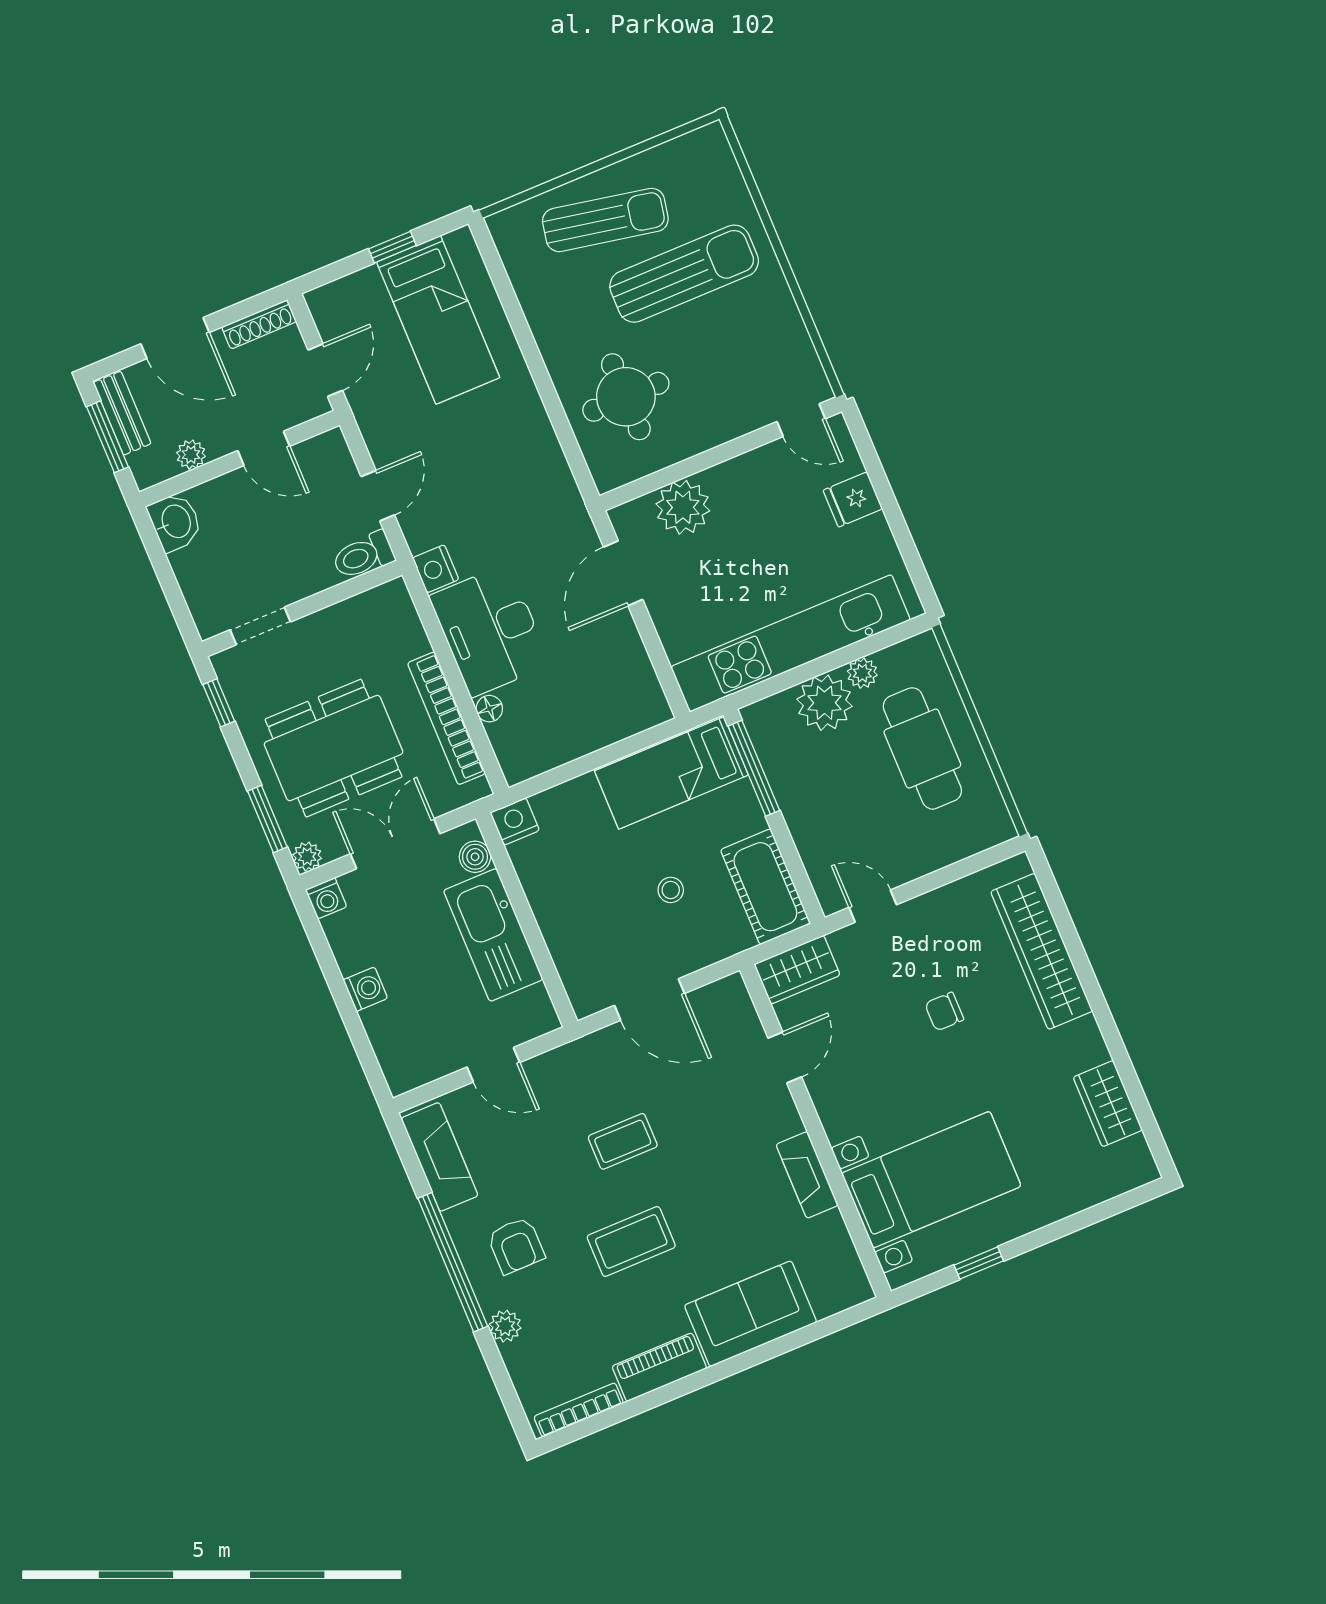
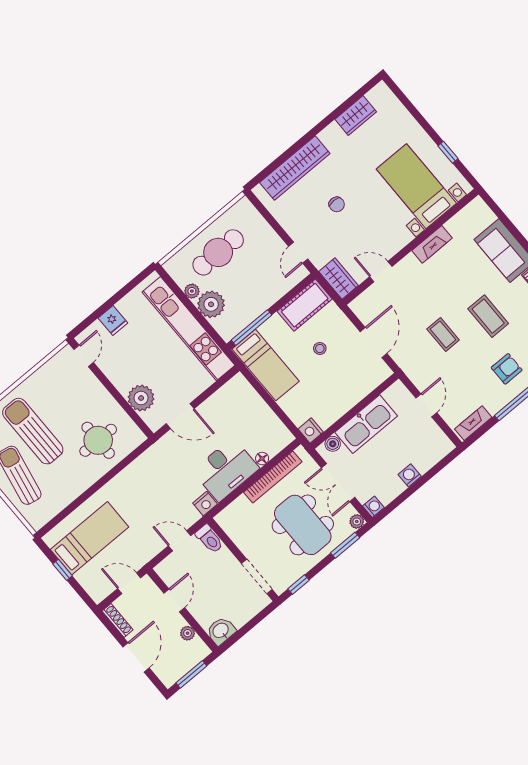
bench: (122, 413) -> (178, 671), removed
doorway: (260, 626) -> (257, 576), width x1.38
fireplace: (440, 1157) -> (473, 423), width x0.73, depth x0.76

